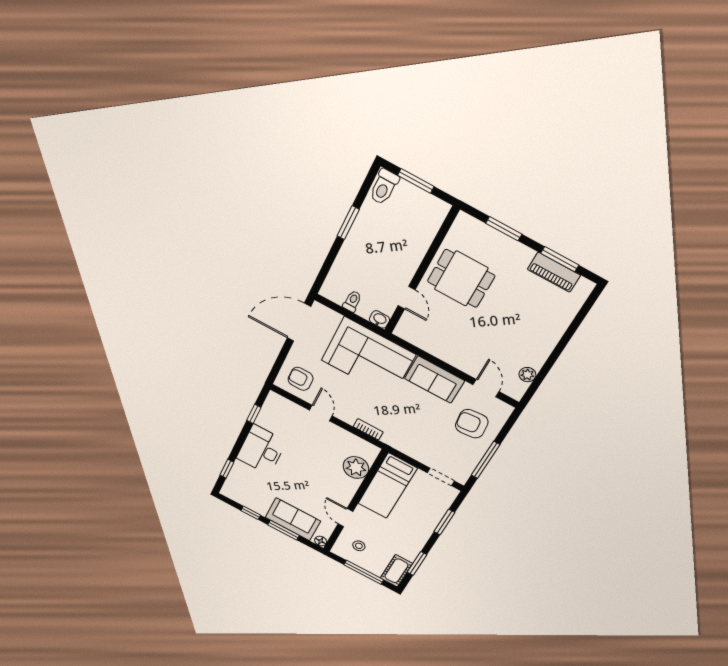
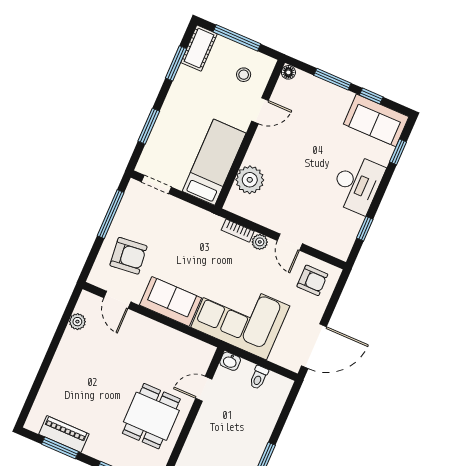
dining table: (461, 279) -> (151, 416), turned 90
door: (407, 298) -> (204, 389), hinge flipped
plant: (348, 417) -> (260, 242), added
door: (345, 518) -> (260, 111), hinge flipped
sofa: (293, 519) -> (376, 120), moved

